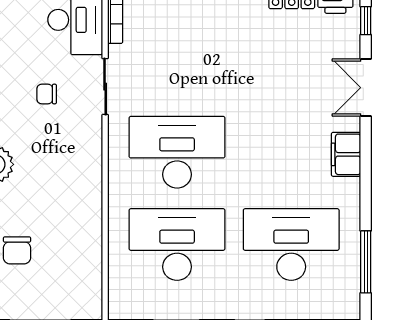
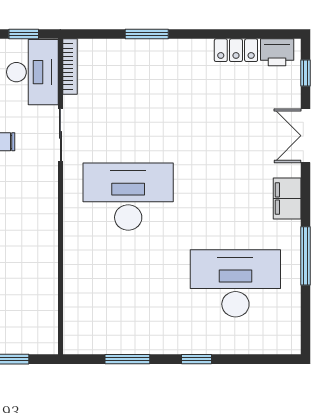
desk: (177, 245) -> (128, 283), removed
window: (366, 262) -> (306, 256), moved

